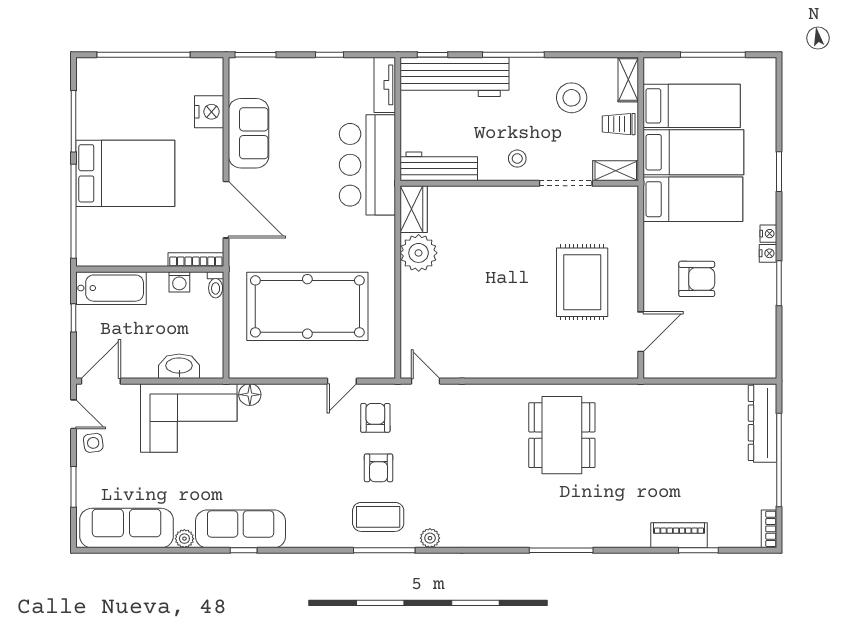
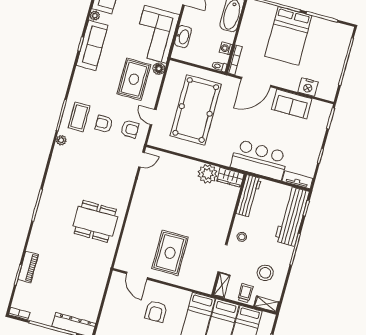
rug: (582, 282) -> (170, 253), turned 90
rug: (282, 435) -> (134, 79), added

